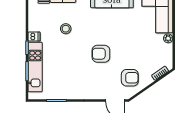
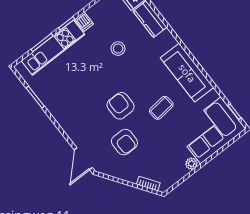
coffee table: (121, 30) -> (161, 108), added
armchair: (130, 78) -> (124, 142), moved

